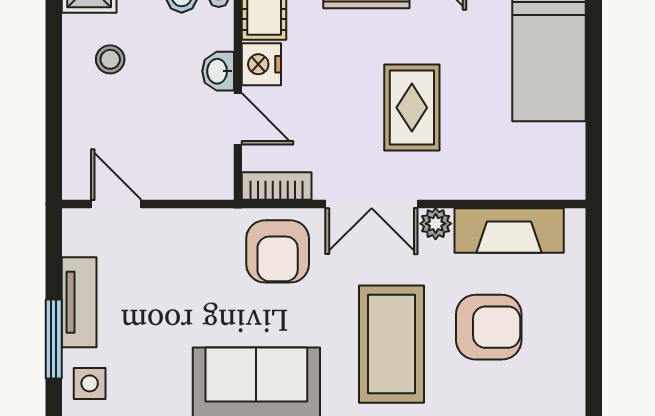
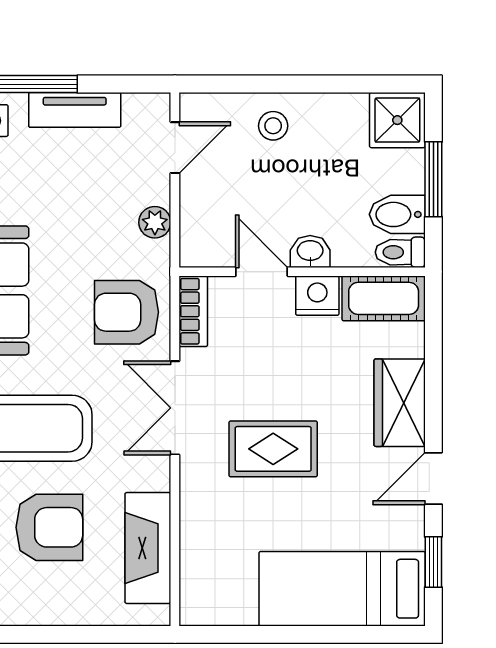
stool: (110, 59) -> (273, 126), moved
door: (238, 119) -> (262, 272), swing flipped
plant: (436, 224) -> (155, 222), moved
armchair: (489, 327) -> (49, 527), turned -90

